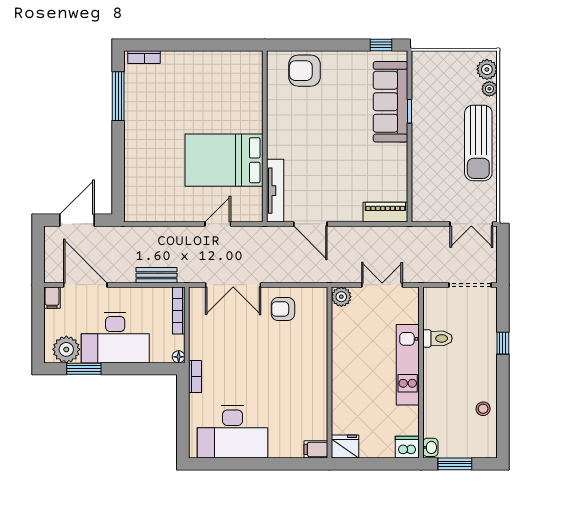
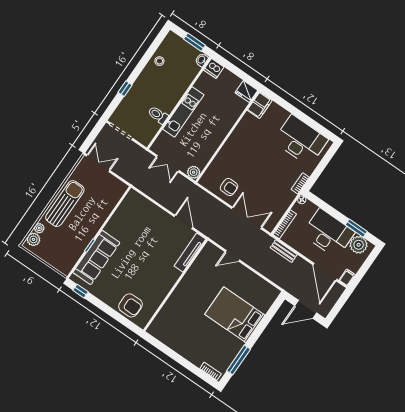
bed: (224, 160) -> (235, 315), moved, turned 180
piano: (385, 212) -> (139, 201), removed
filing cabinet: (316, 449) -> (260, 105), width x2.00

